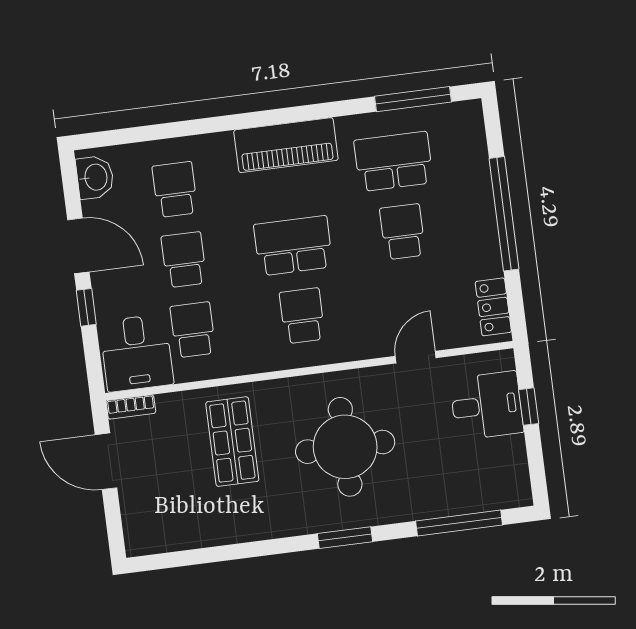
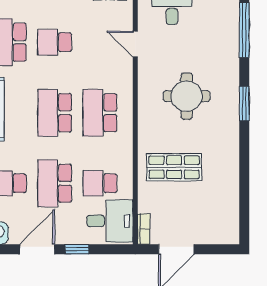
school desk: (184, 260) -> (55, 183), width x1.85
school desk: (302, 316) -> (100, 113), width x1.85
round table: (345, 447) -> (187, 96), width x0.73, depth x0.73

